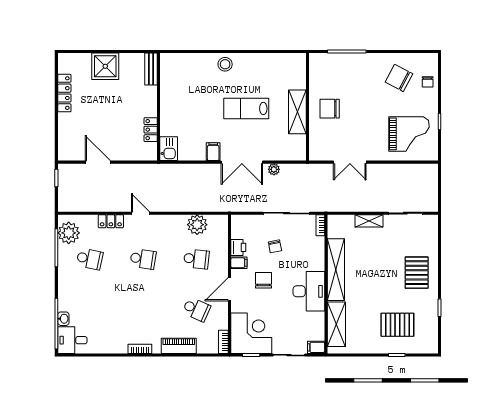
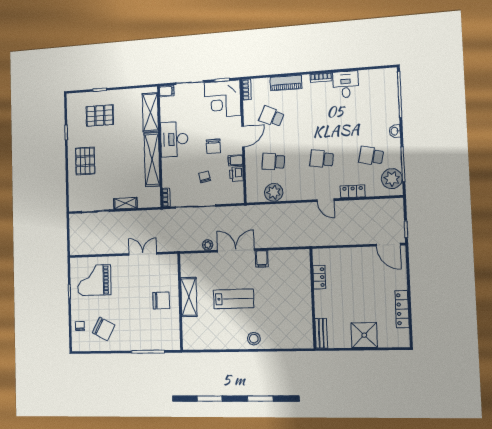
kitchen sink: (169, 149) -> (302, 260), removed
door: (98, 162) -> (388, 245), moved
washbasin: (63, 319) -> (395, 131), moved
desk: (72, 340) -> (346, 84), moved, turned -90

